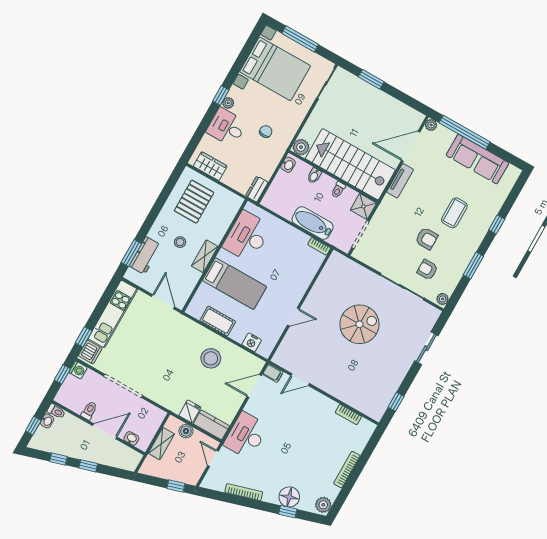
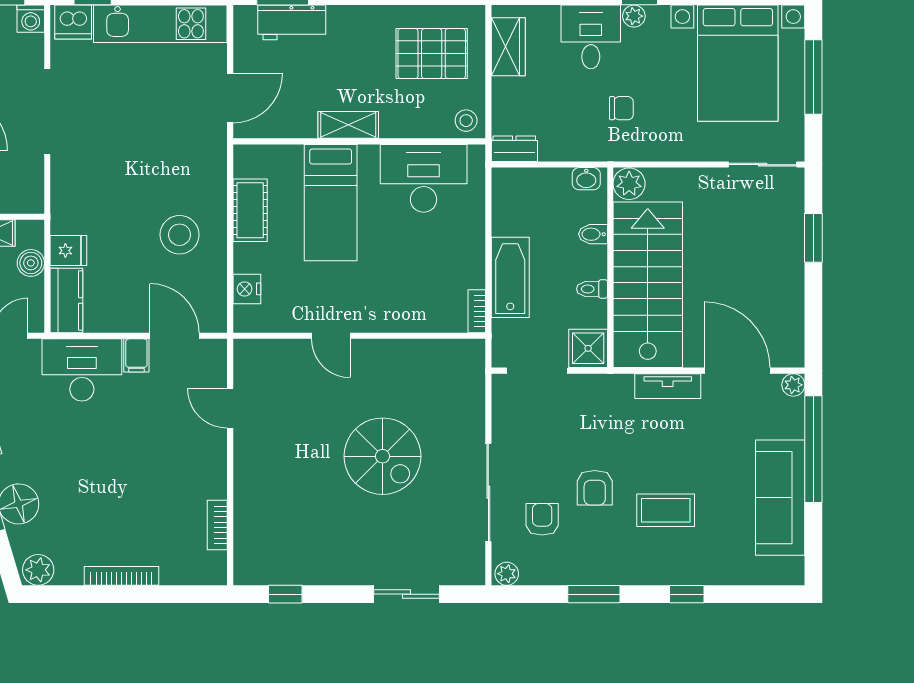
stool: (180, 242) -> (466, 121), moved
filing cabinet: (273, 373) -> (136, 355), moved

